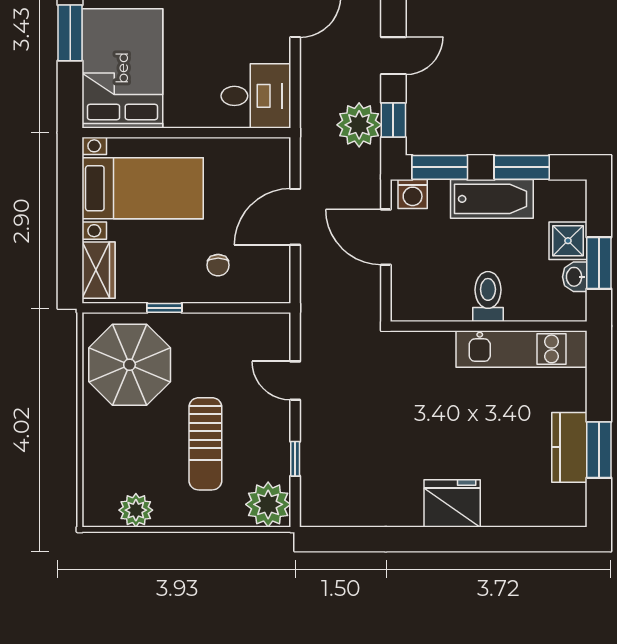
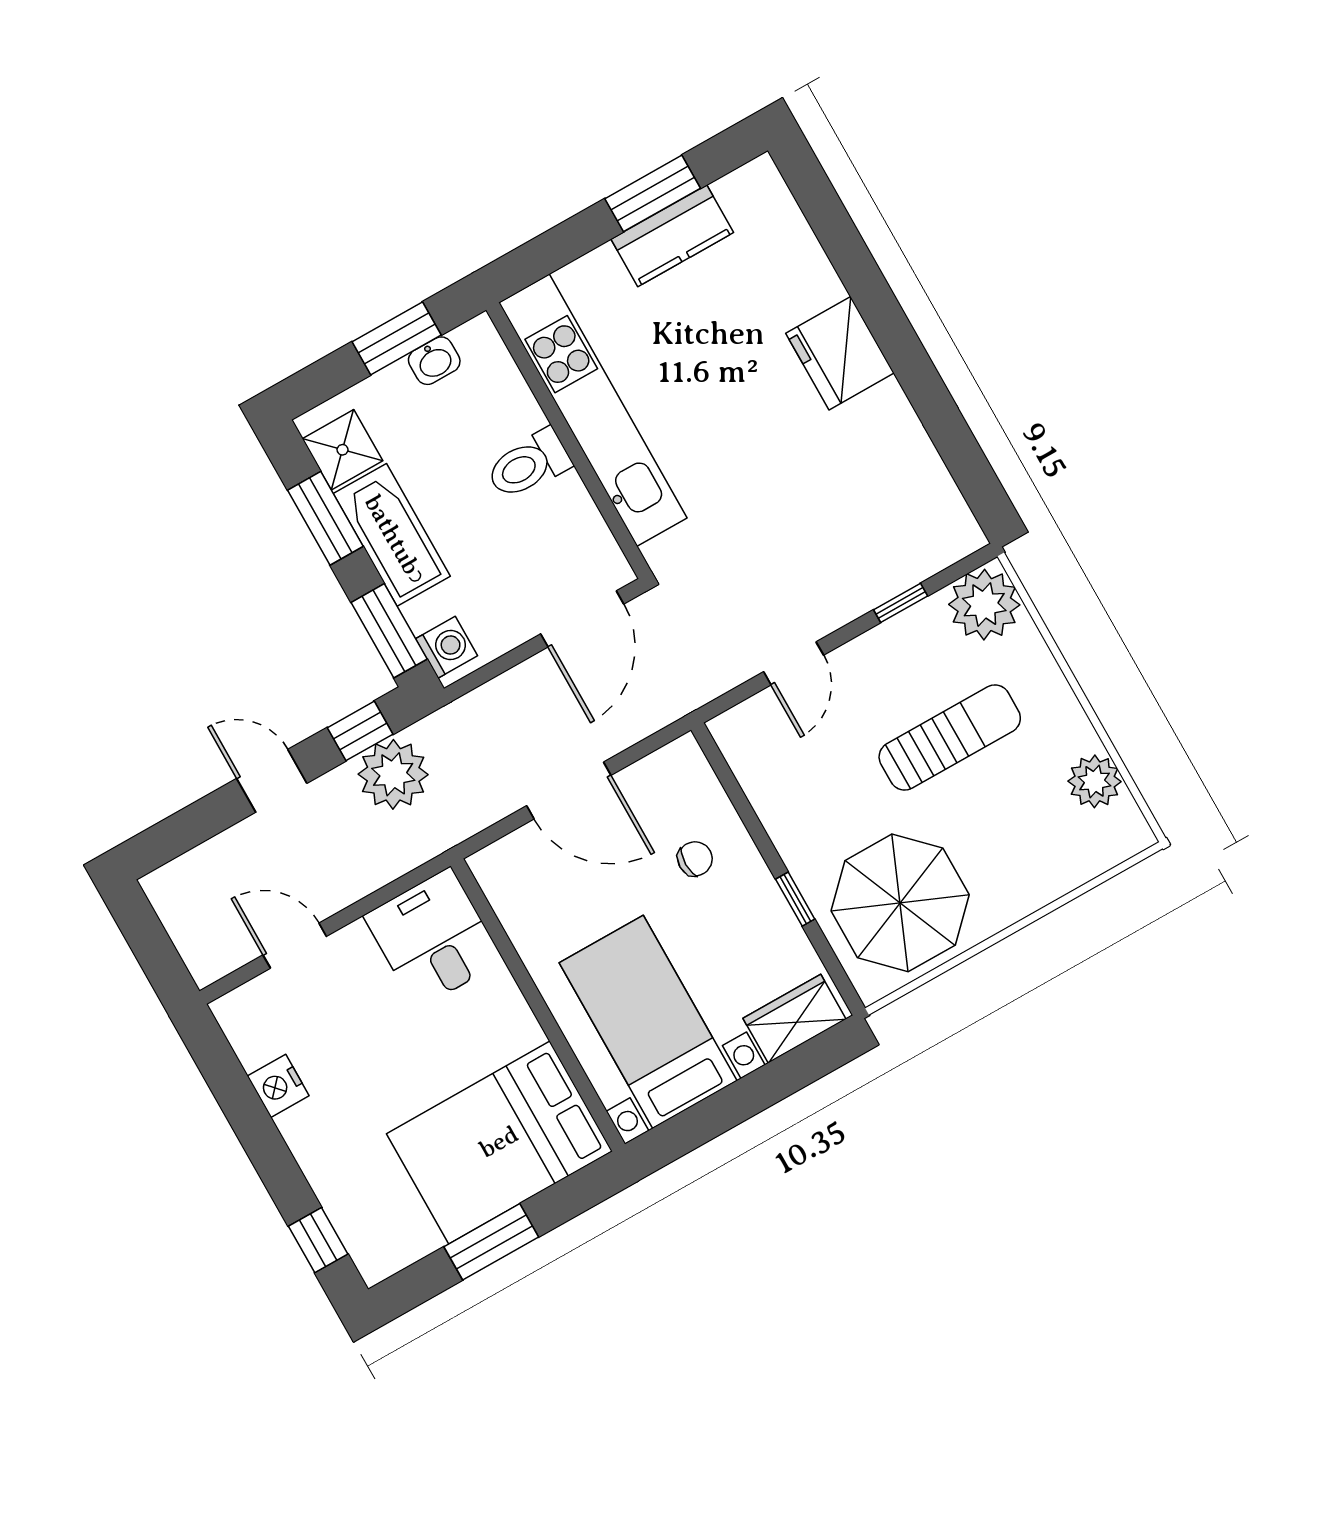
door: (386, 237) -> (582, 619), moved
shower: (568, 241) -> (343, 450), moved
kitchen unit: (522, 349) -> (593, 410), width x1.36

